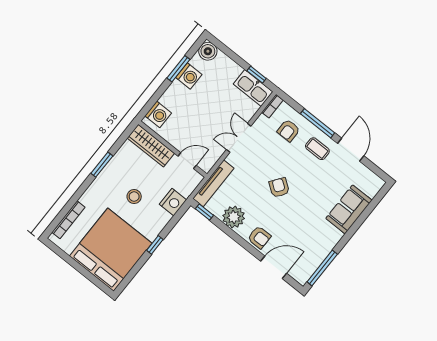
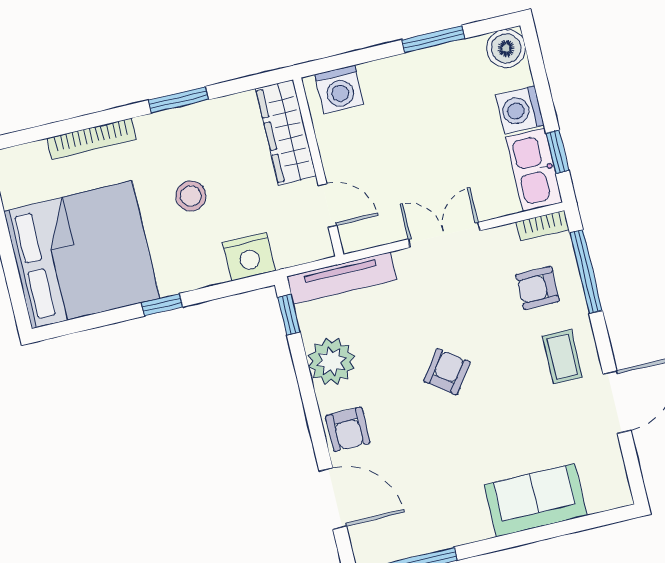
washing machine: (189, 76) -> (520, 110), moved, turned 90
window: (318, 123) -> (586, 272), moved
bookcase: (68, 220) -> (92, 139), moved

